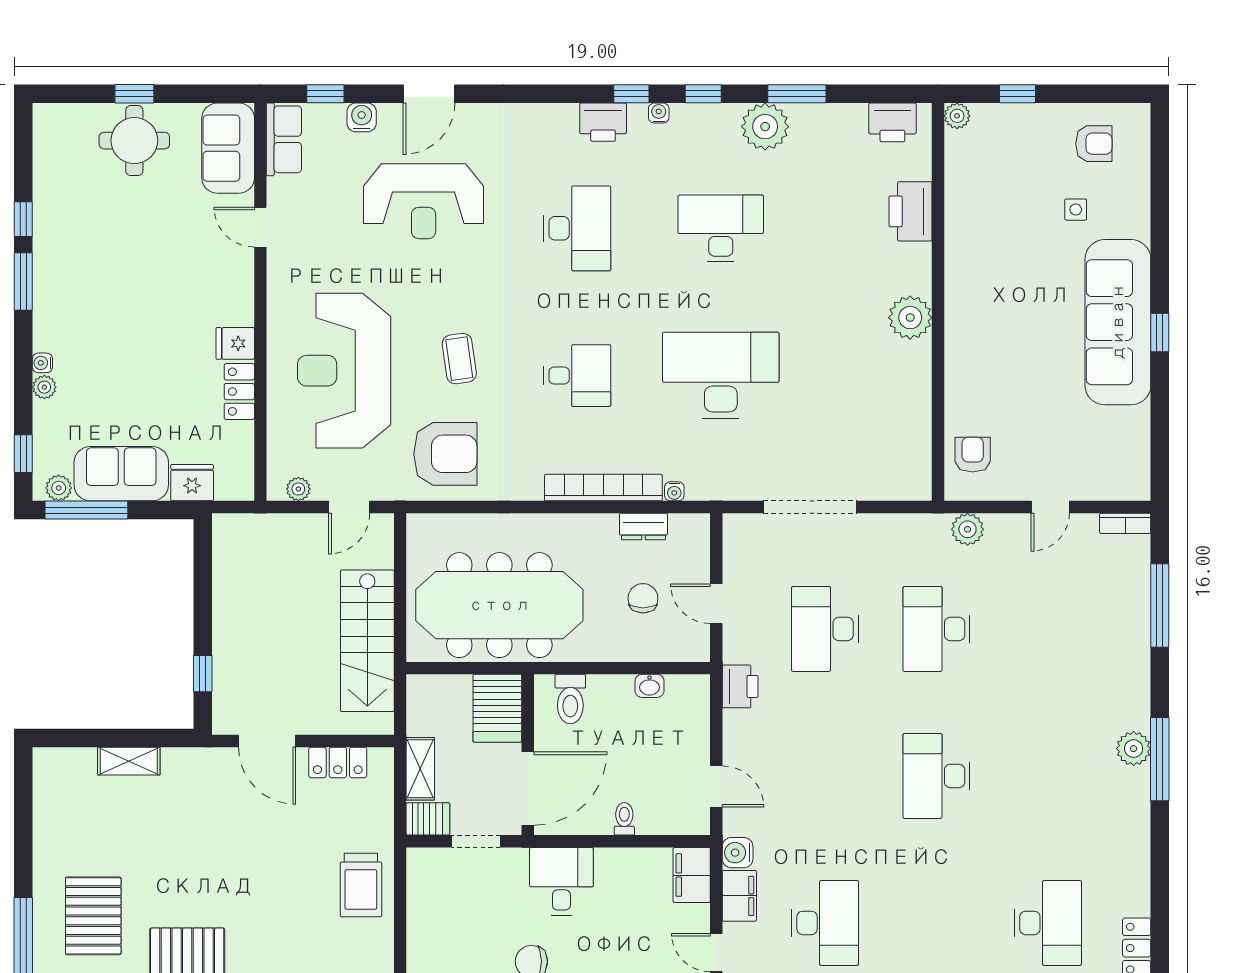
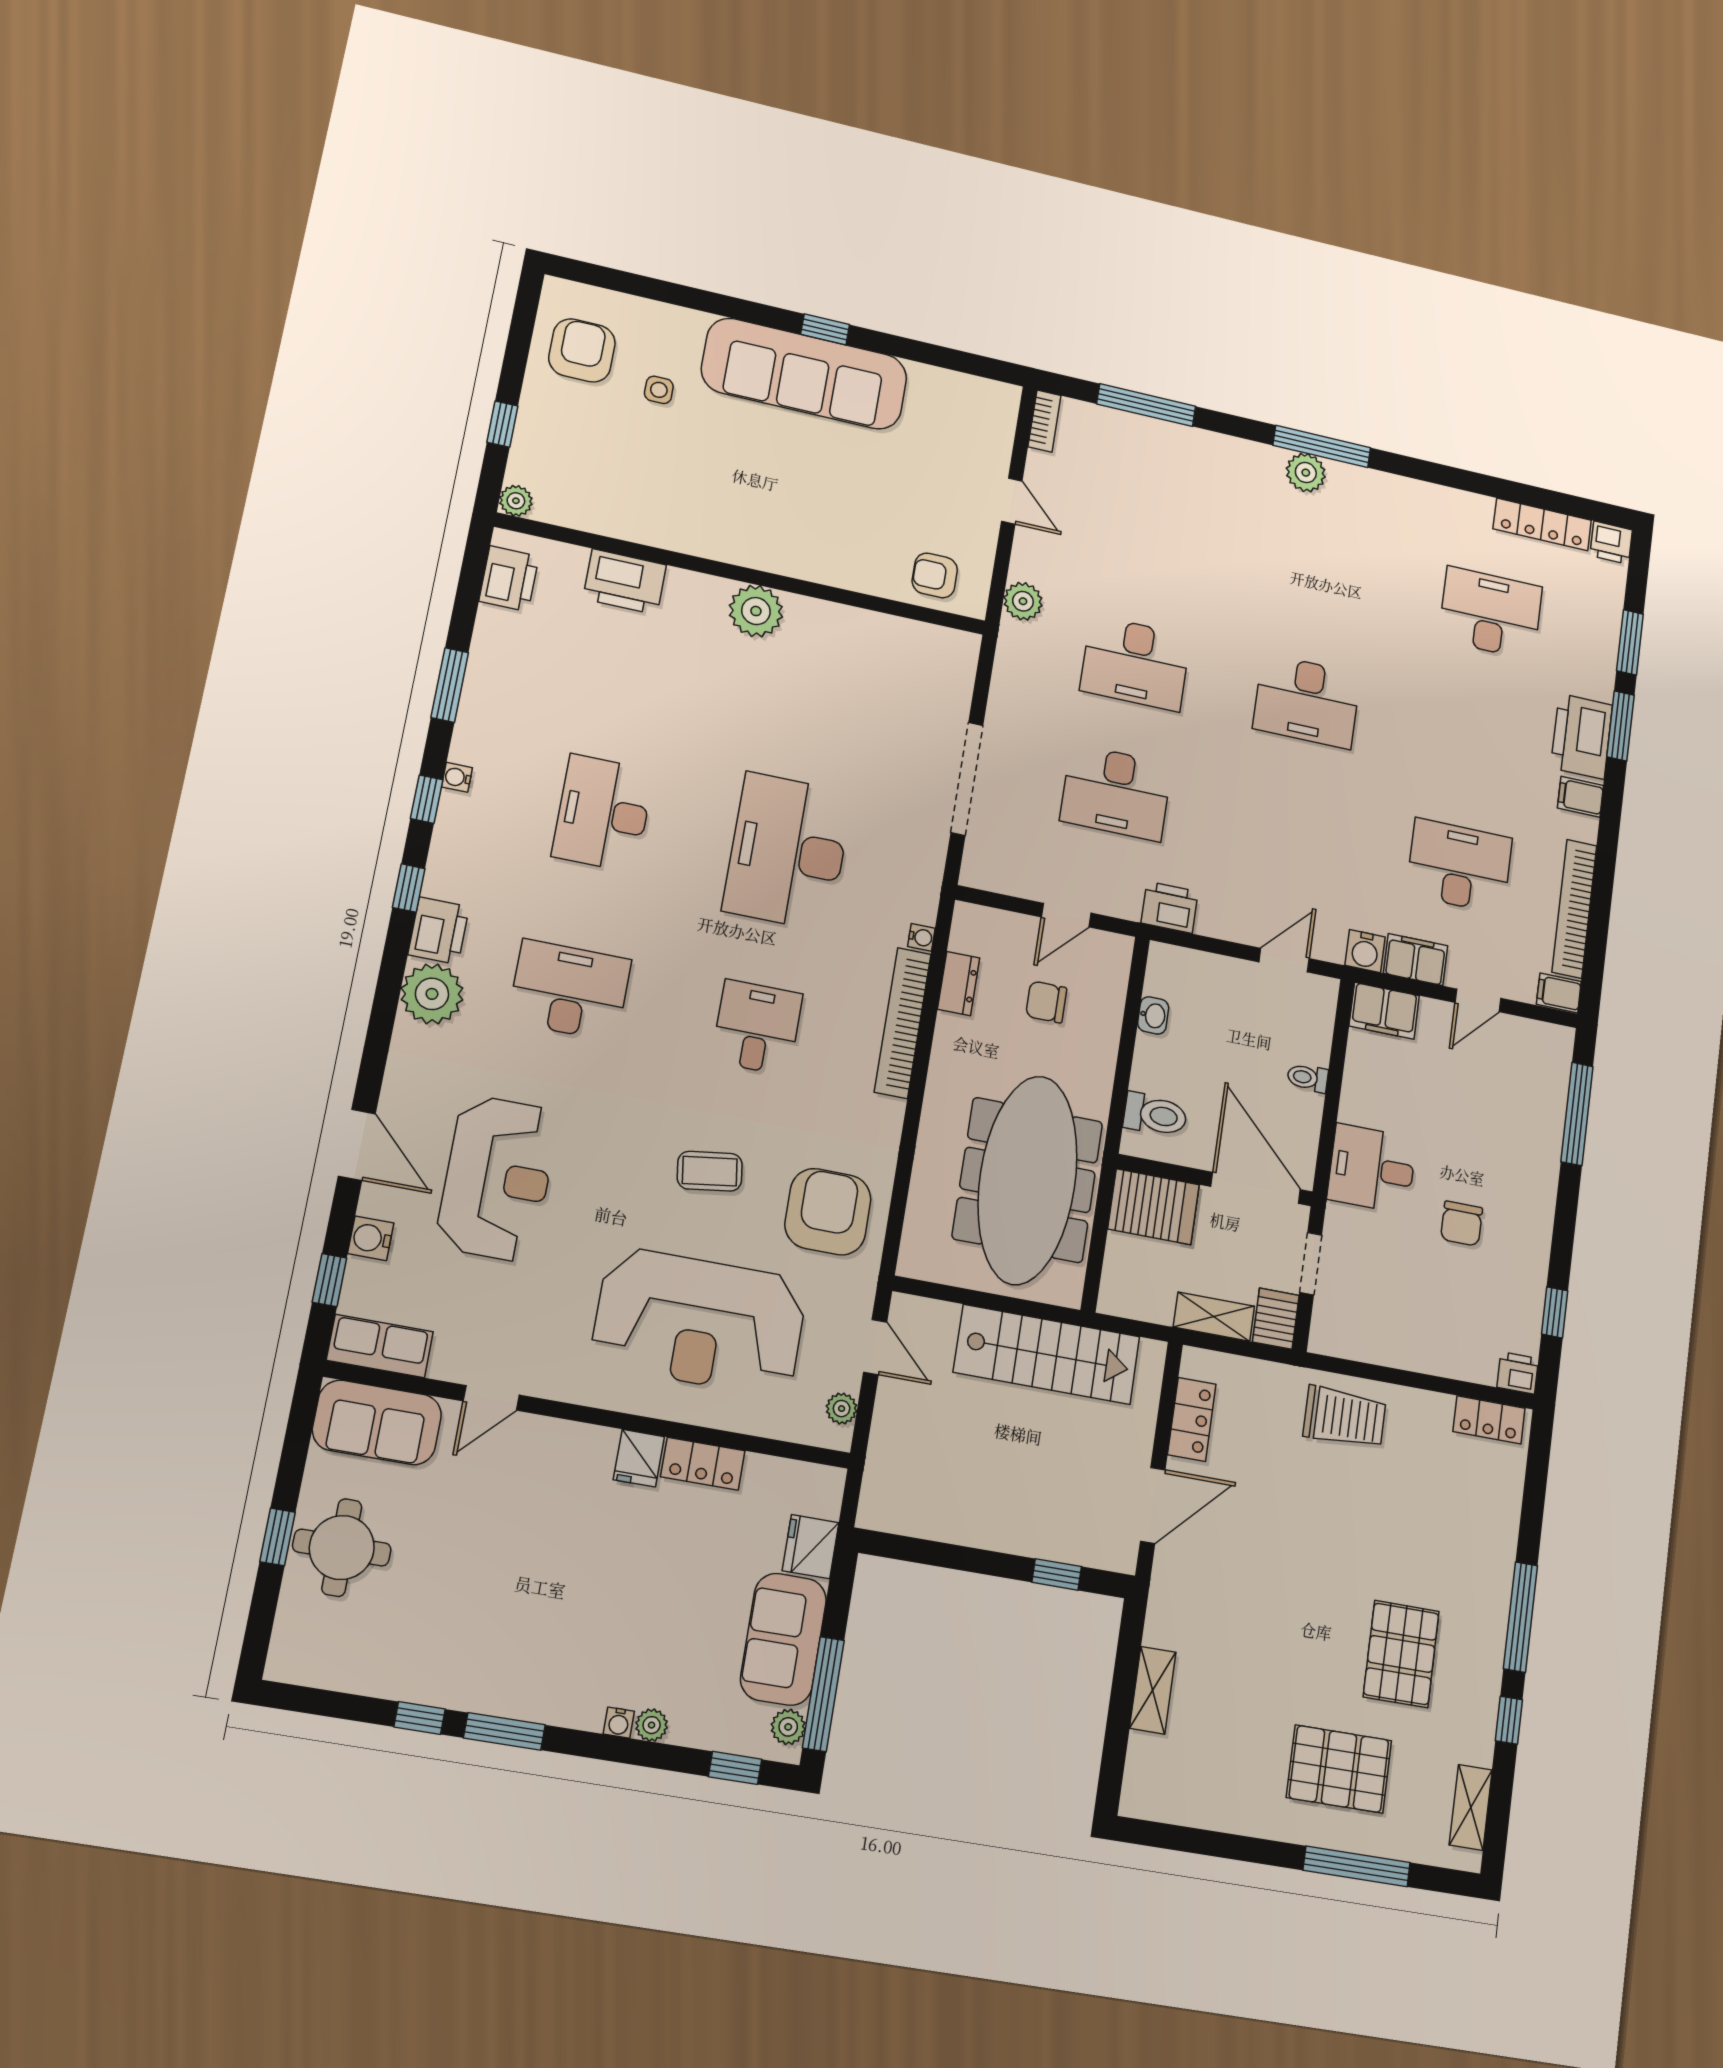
water cooler: (659, 113) -> (457, 777), moved
plant: (765, 127) -> (432, 994), moved
armchair: (1094, 144) -> (582, 350), width x1.38, depth x1.38

